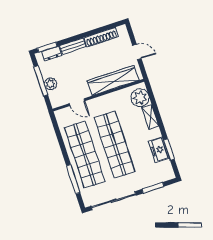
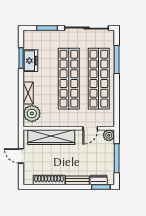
plant: (51, 84) -> (109, 135), moved
door: (77, 102) -> (90, 128), swing flipped

